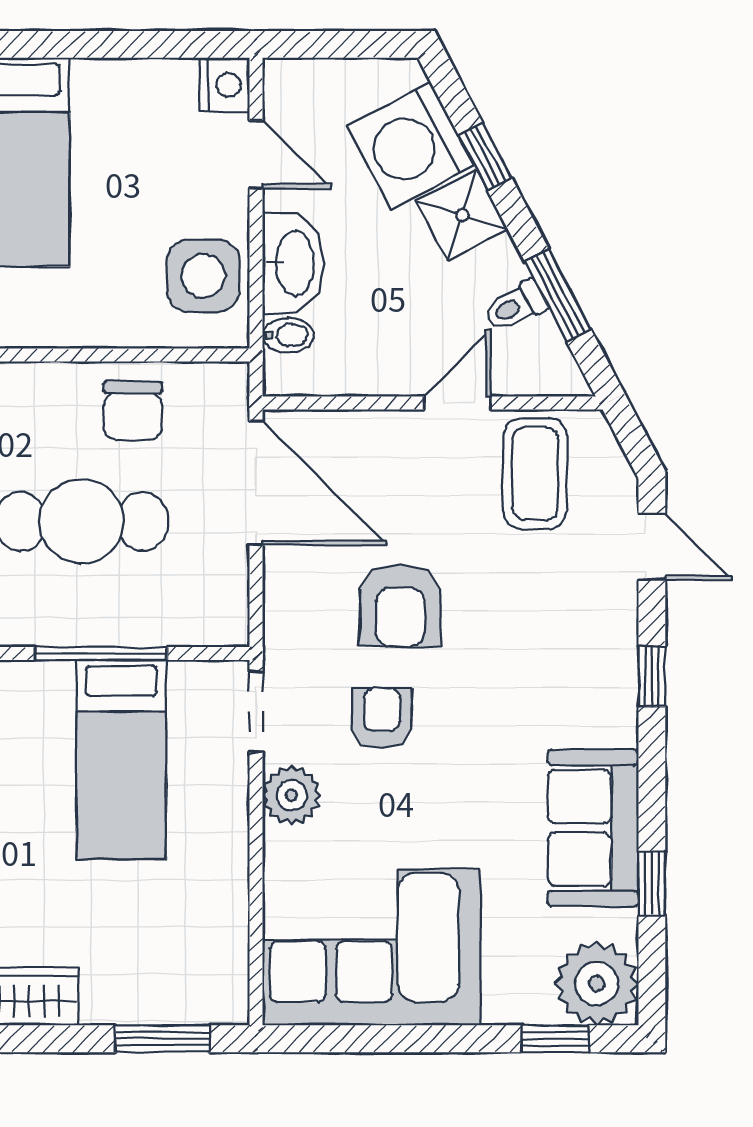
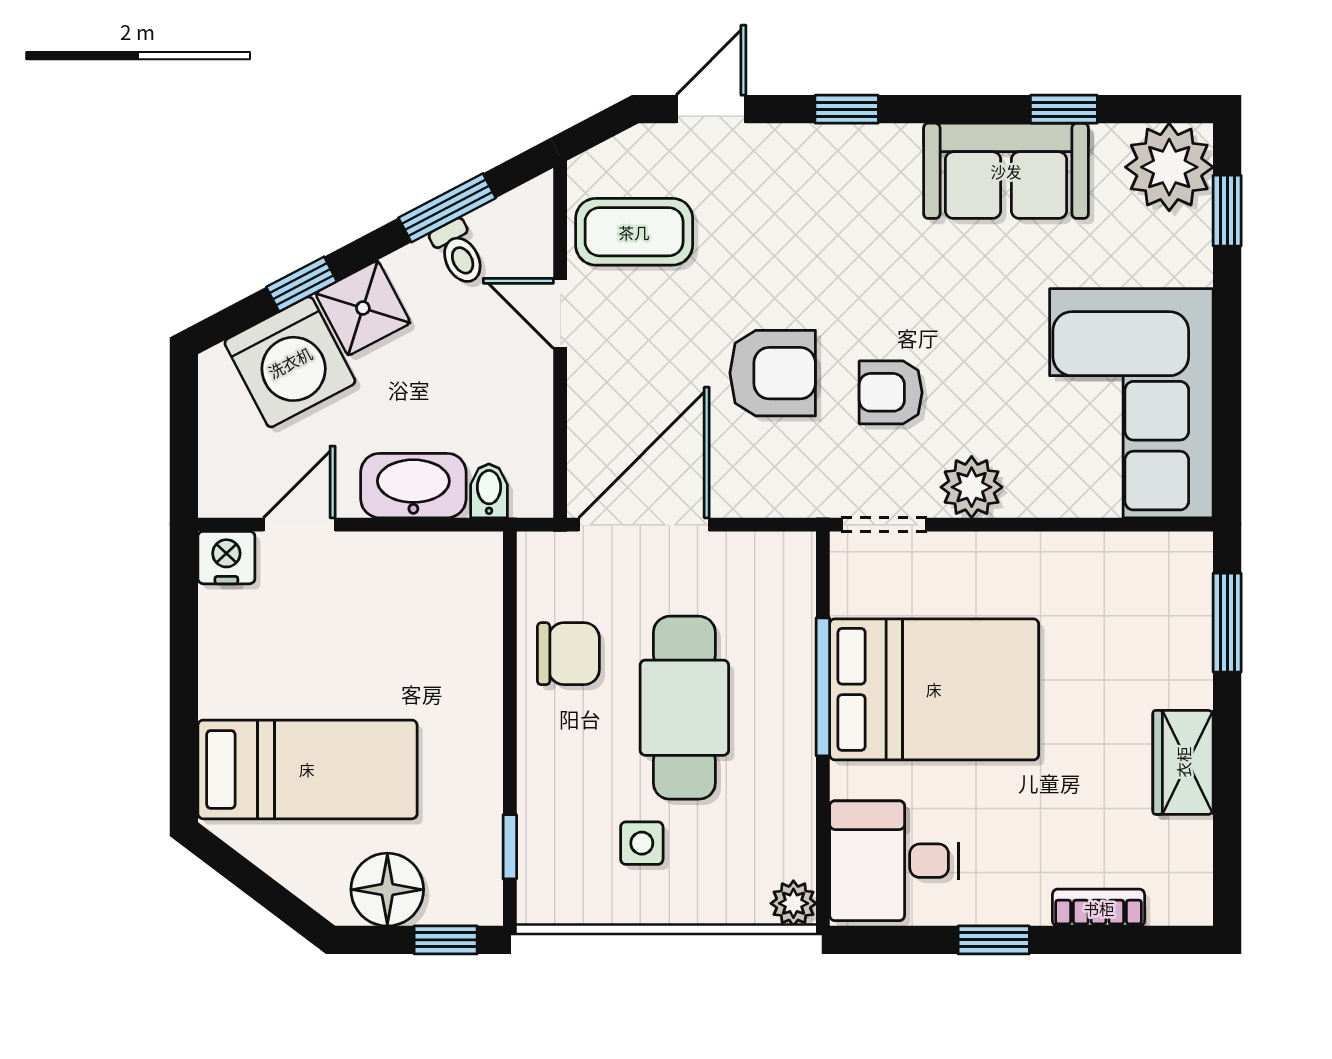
side table: (203, 276) -> (427, 580), removed
bed: (121, 759) -> (934, 689), width x1.50

